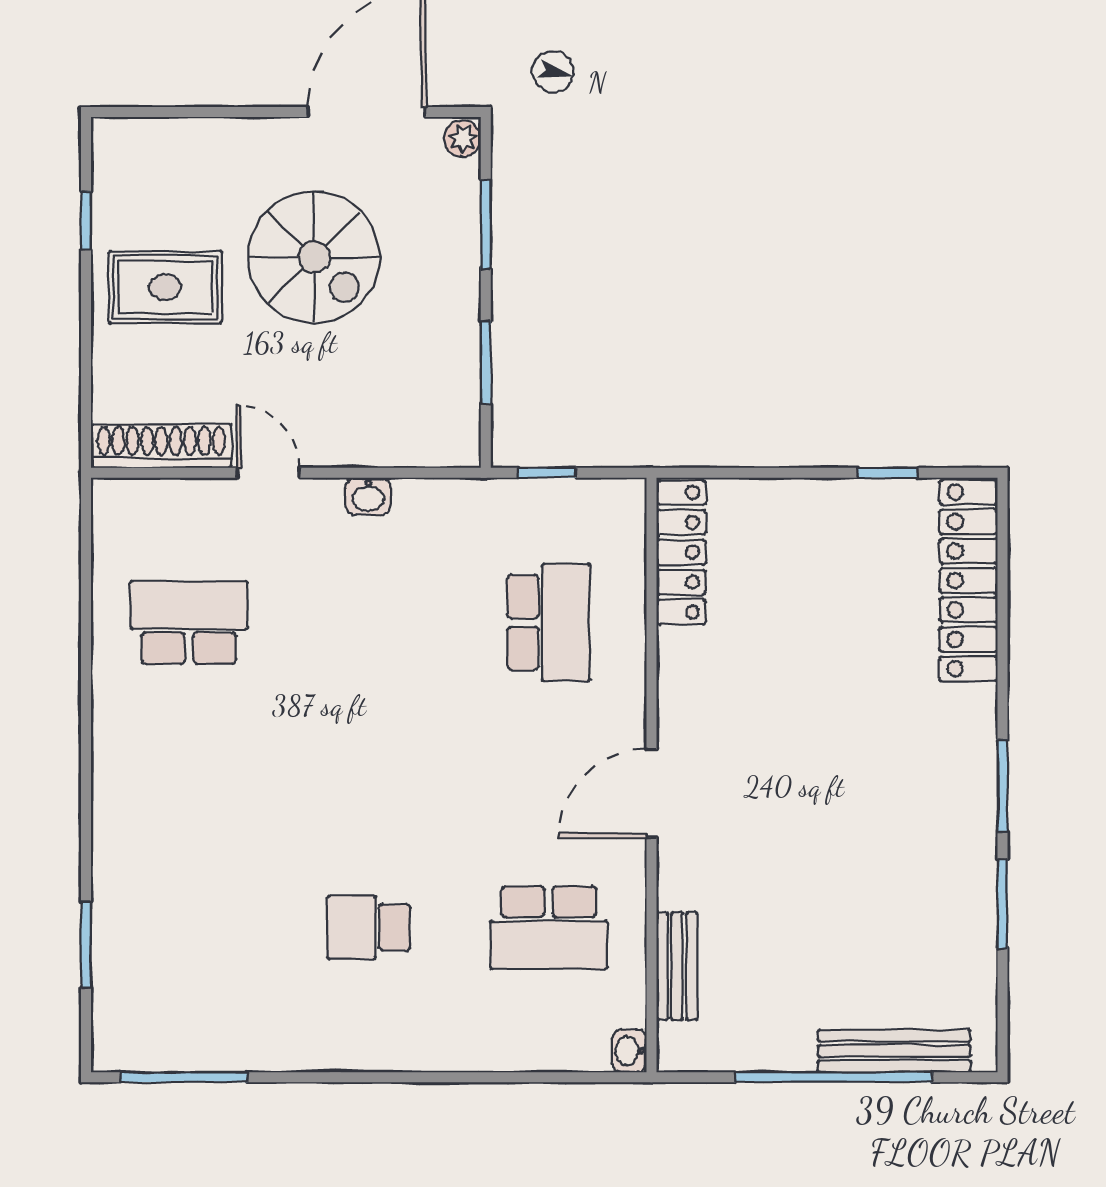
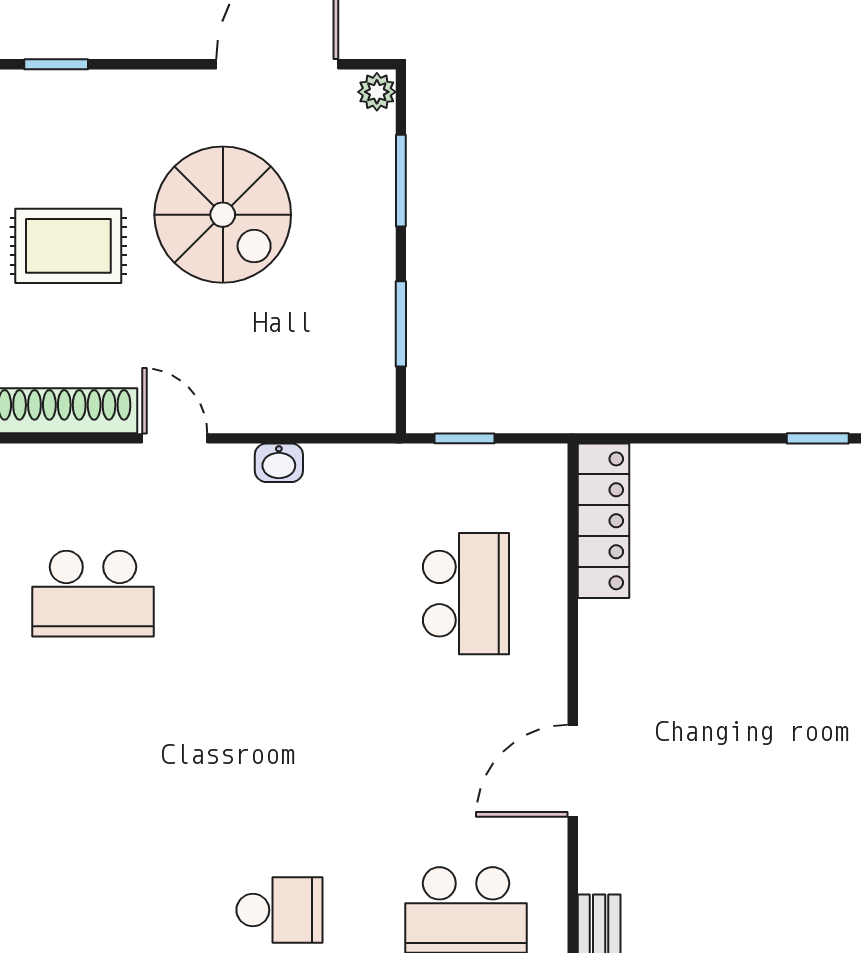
window: (153, 112) -> (56, 64), added
school desk: (189, 622) -> (93, 594), turned 180
school desk: (369, 927) -> (279, 910), turned 180

